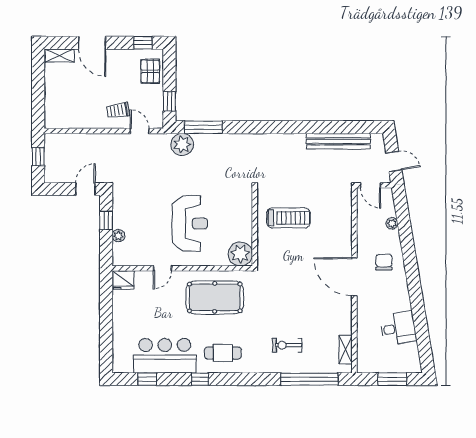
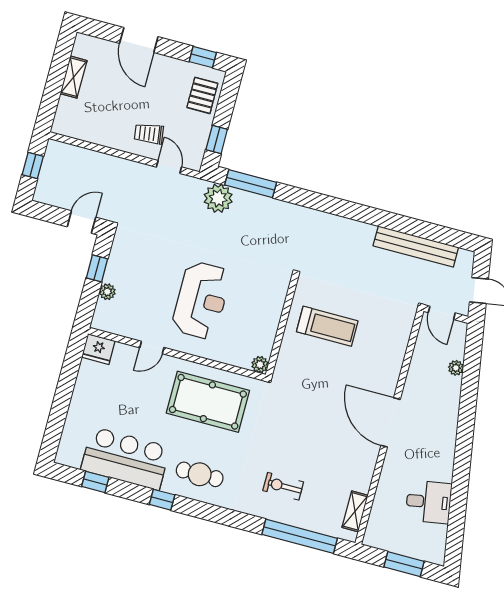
shelving: (59, 56) -> (74, 77), moved, turned 90
plant: (240, 254) -> (260, 365), width x0.53, depth x0.53
chair: (384, 262) -> (433, 414), removed

